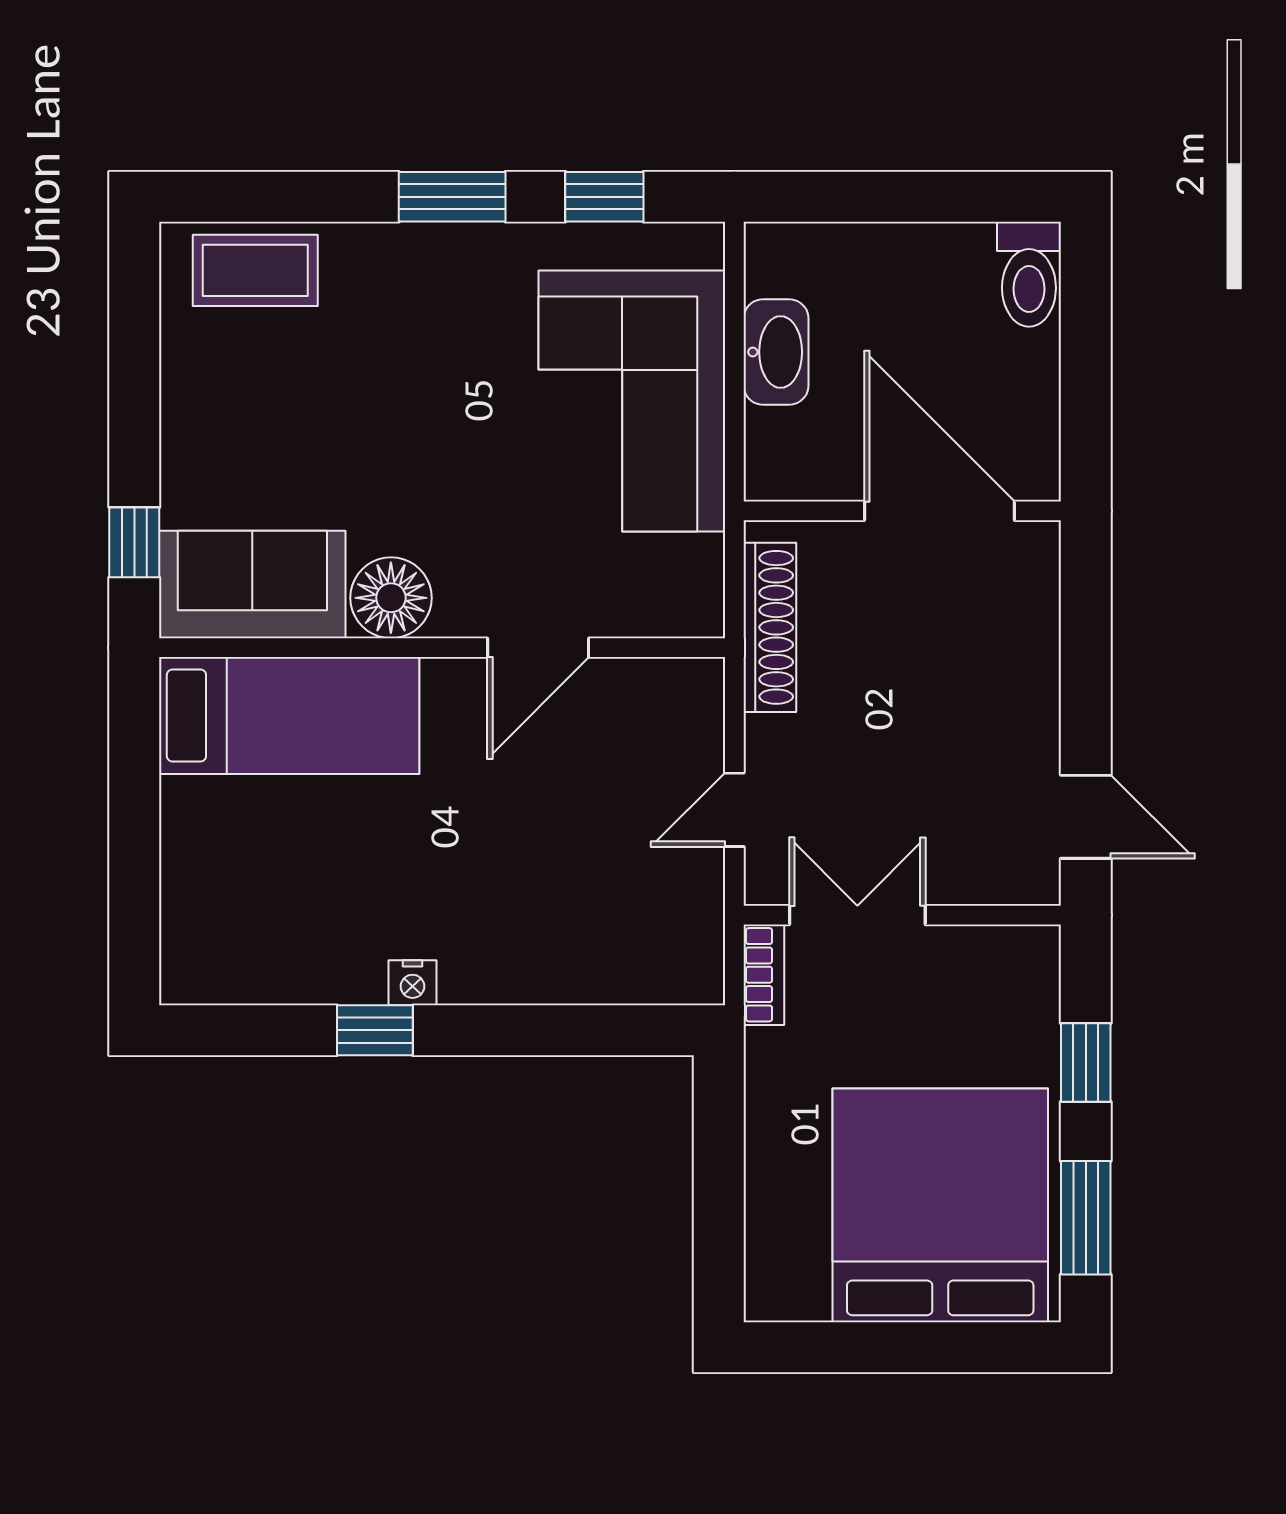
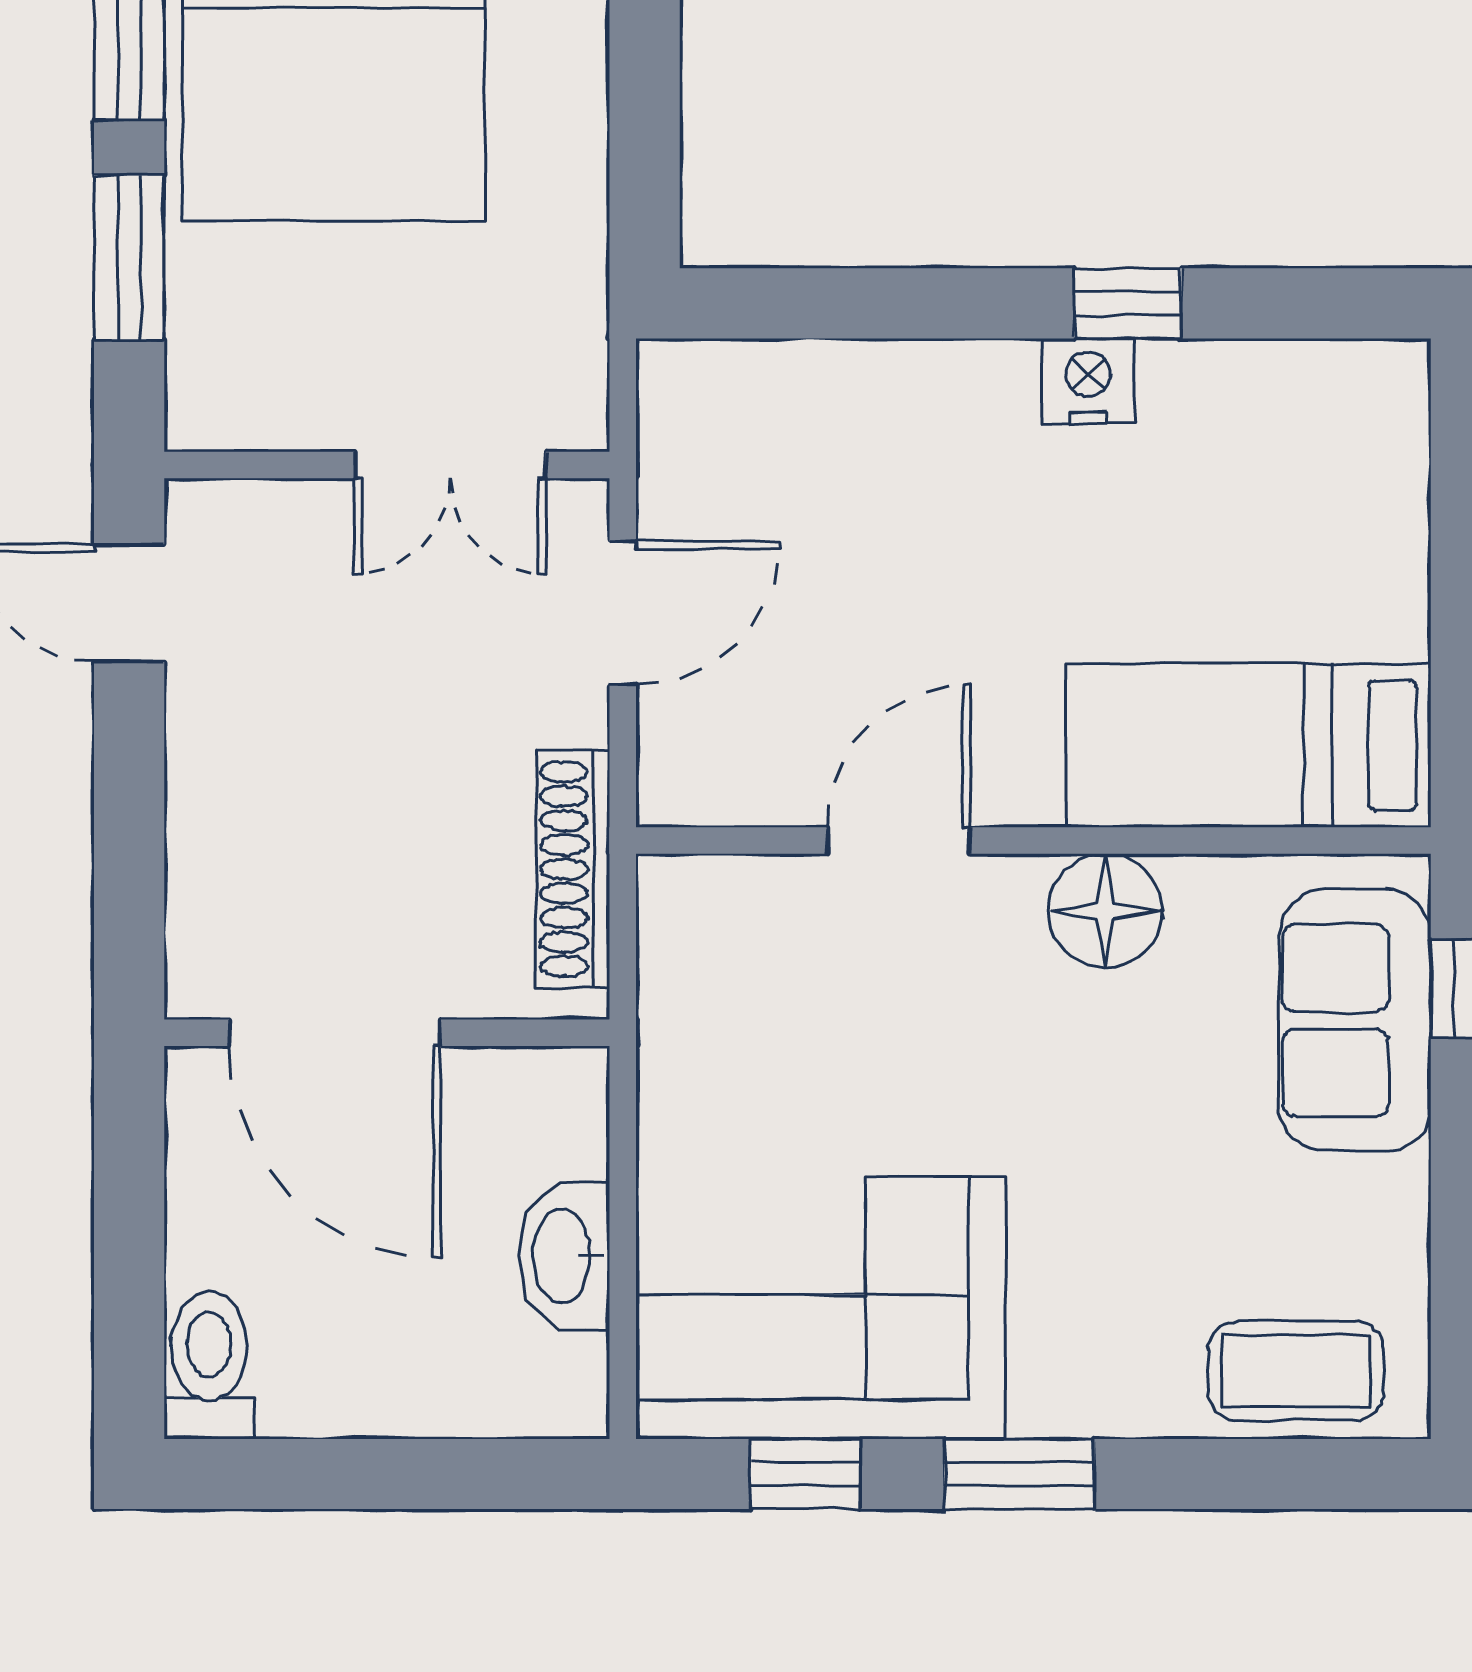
corner sofa: (632, 401) -> (822, 1308), moved, turned -90
sofa: (252, 584) -> (1355, 1020), moved, turned 90
door: (734, 810) -> (623, 613), width x1.38
bookcase: (764, 975) -> (581, 381), removed
nightstand: (412, 983) -> (1088, 381), width x1.39, depth x1.35
window: (1086, 1063) -> (129, 258), width x1.50

